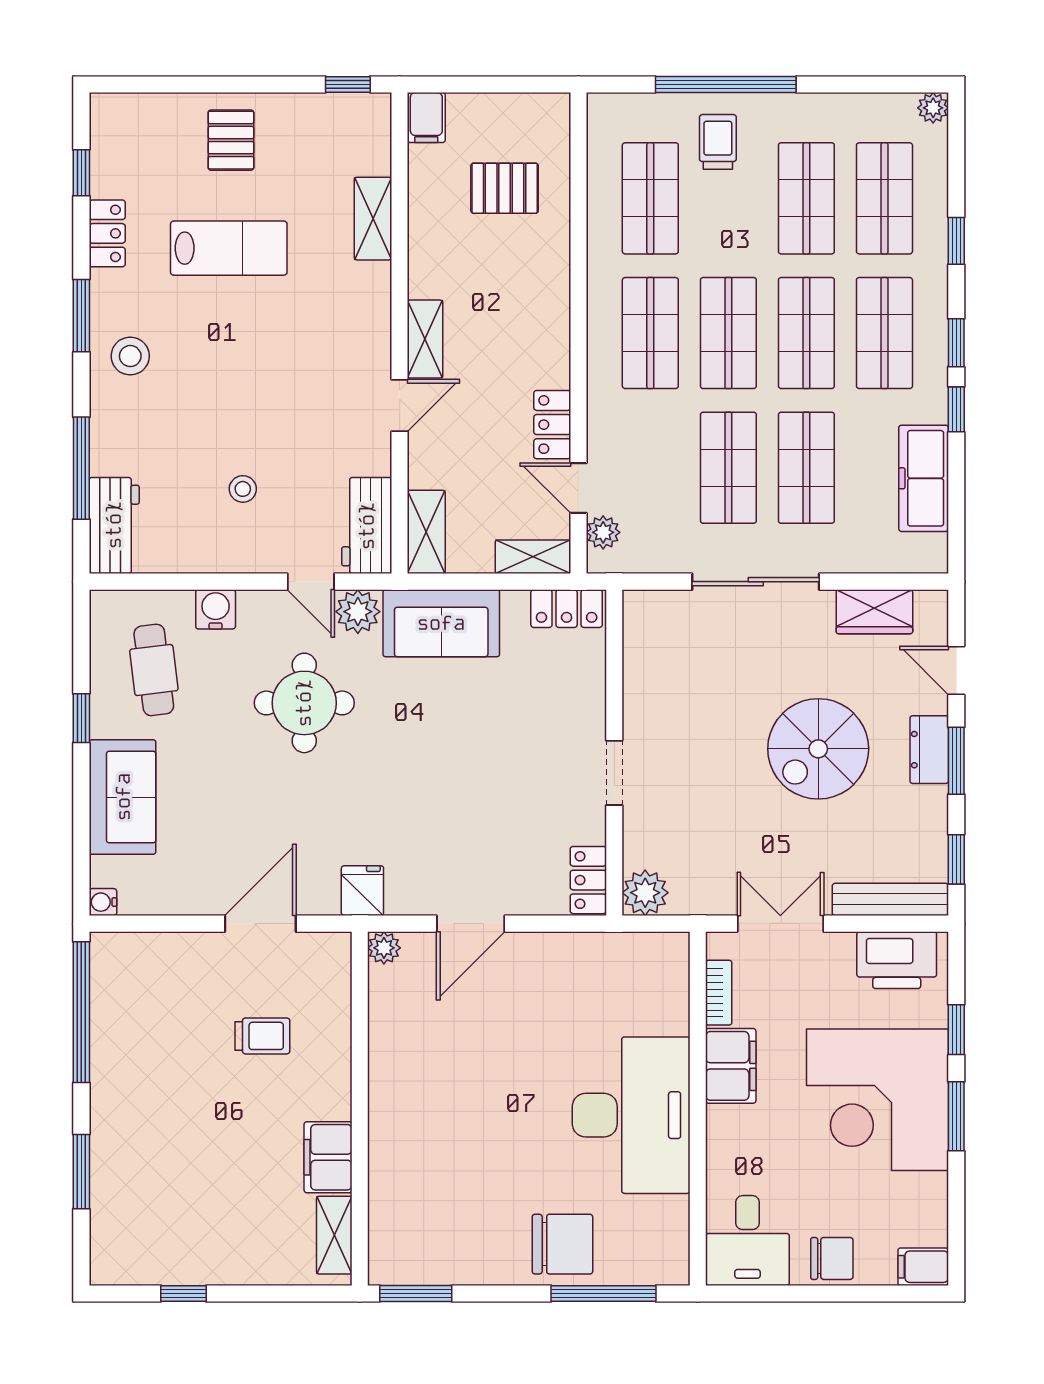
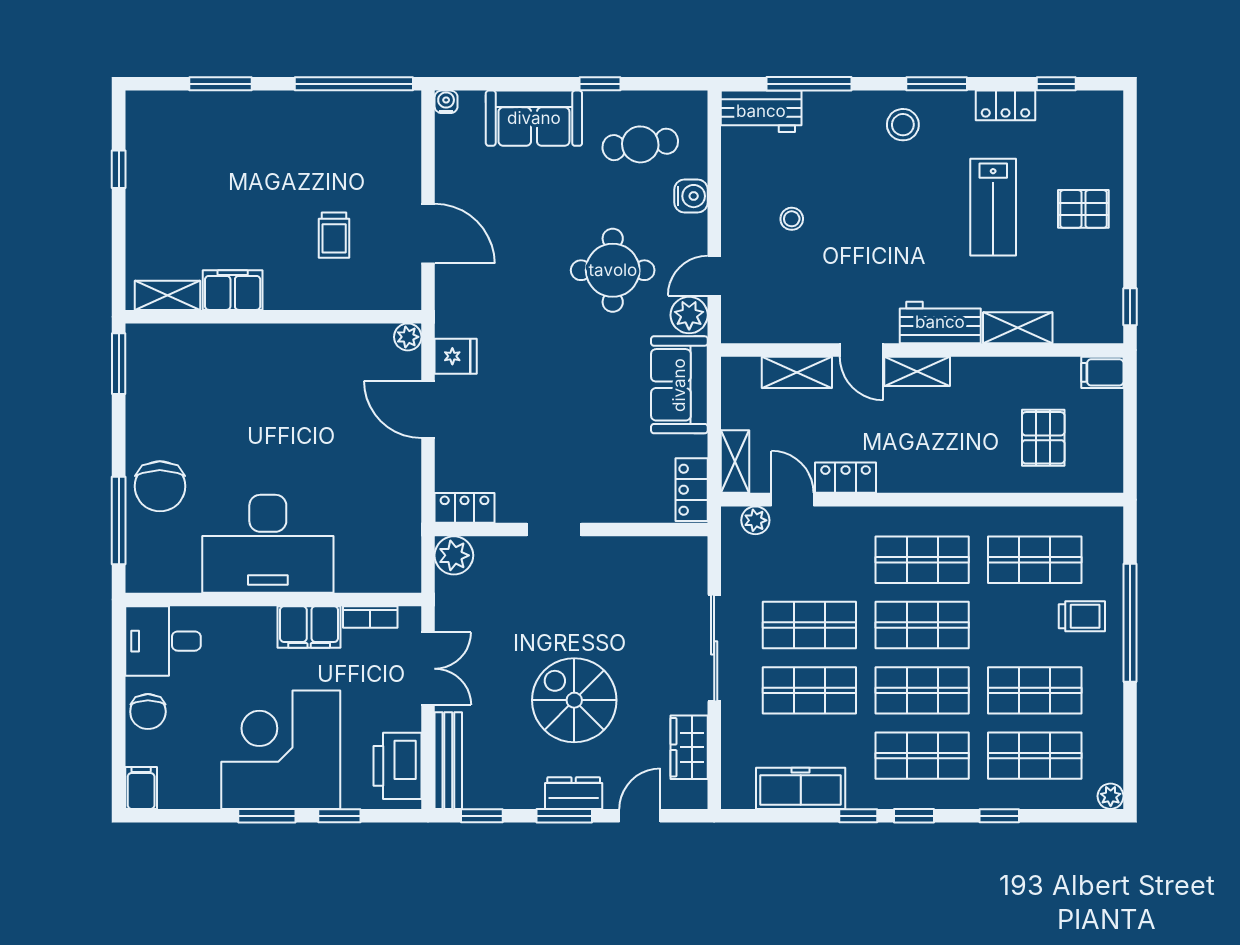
door: (578, 488) -> (792, 500), hinge flipped
workbench: (367, 526) -> (940, 322), moved
shelving: (426, 532) -> (797, 372), moved
fridge: (362, 891) -> (456, 356), moved

